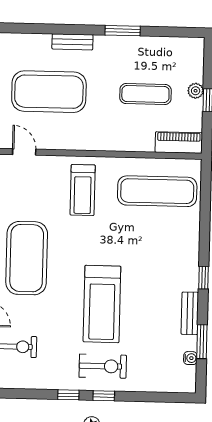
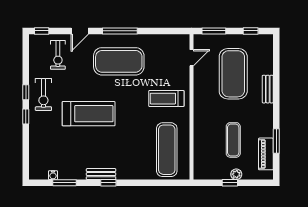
window: (123, 31) -> (276, 141), moved
piano: (179, 143) -> (266, 154), moved, turned 180
treadmill: (102, 304) -> (89, 114), turned 180
bench: (190, 313) -> (101, 174), moved
exercise bike: (103, 366) -> (43, 95), moved

